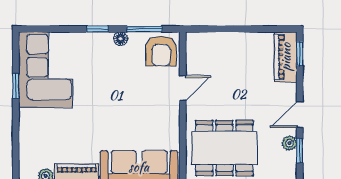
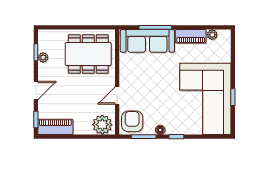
plant: (204, 46) -> (102, 125), added
piano: (286, 57) -> (55, 127), moved, turned -90
corner sofa: (46, 70) -> (205, 99), width x1.36, depth x1.36
door: (300, 115) -> (36, 91), moved

